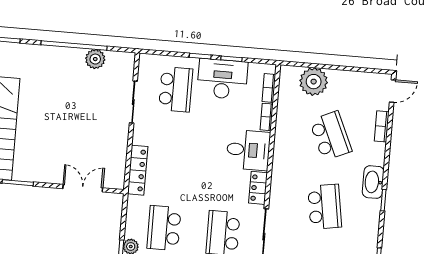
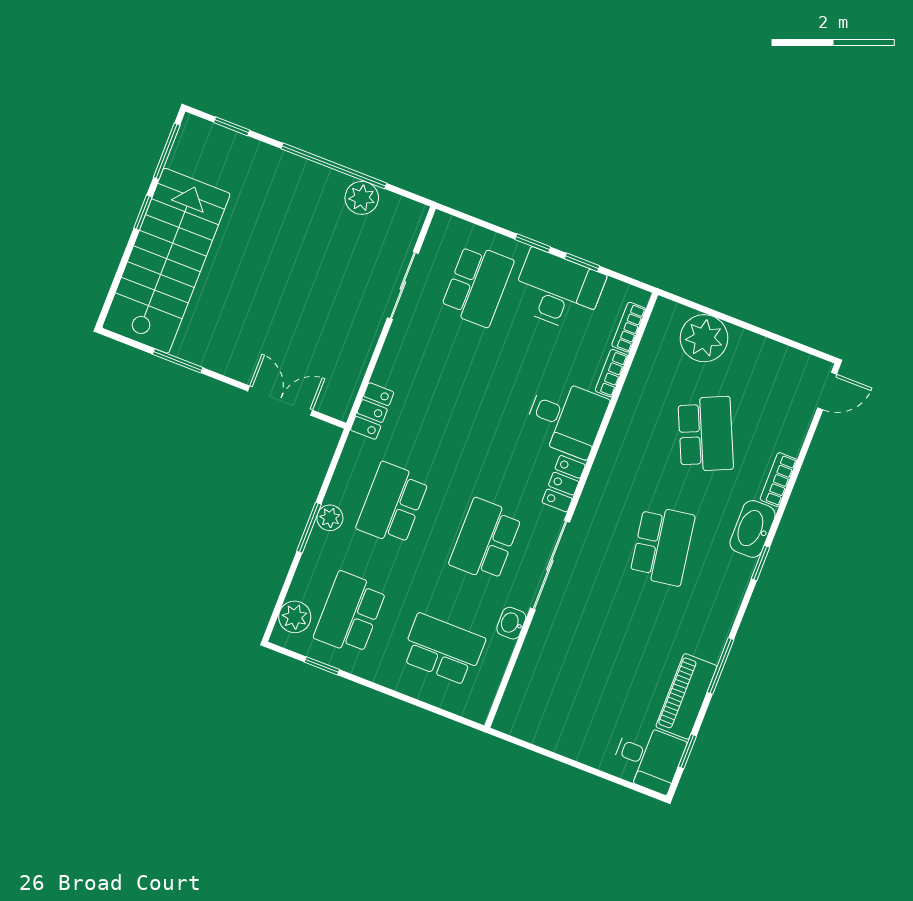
bookcase: (382, 126) -> (778, 480), moved
locker: (138, 170) -> (372, 411), width x0.66

